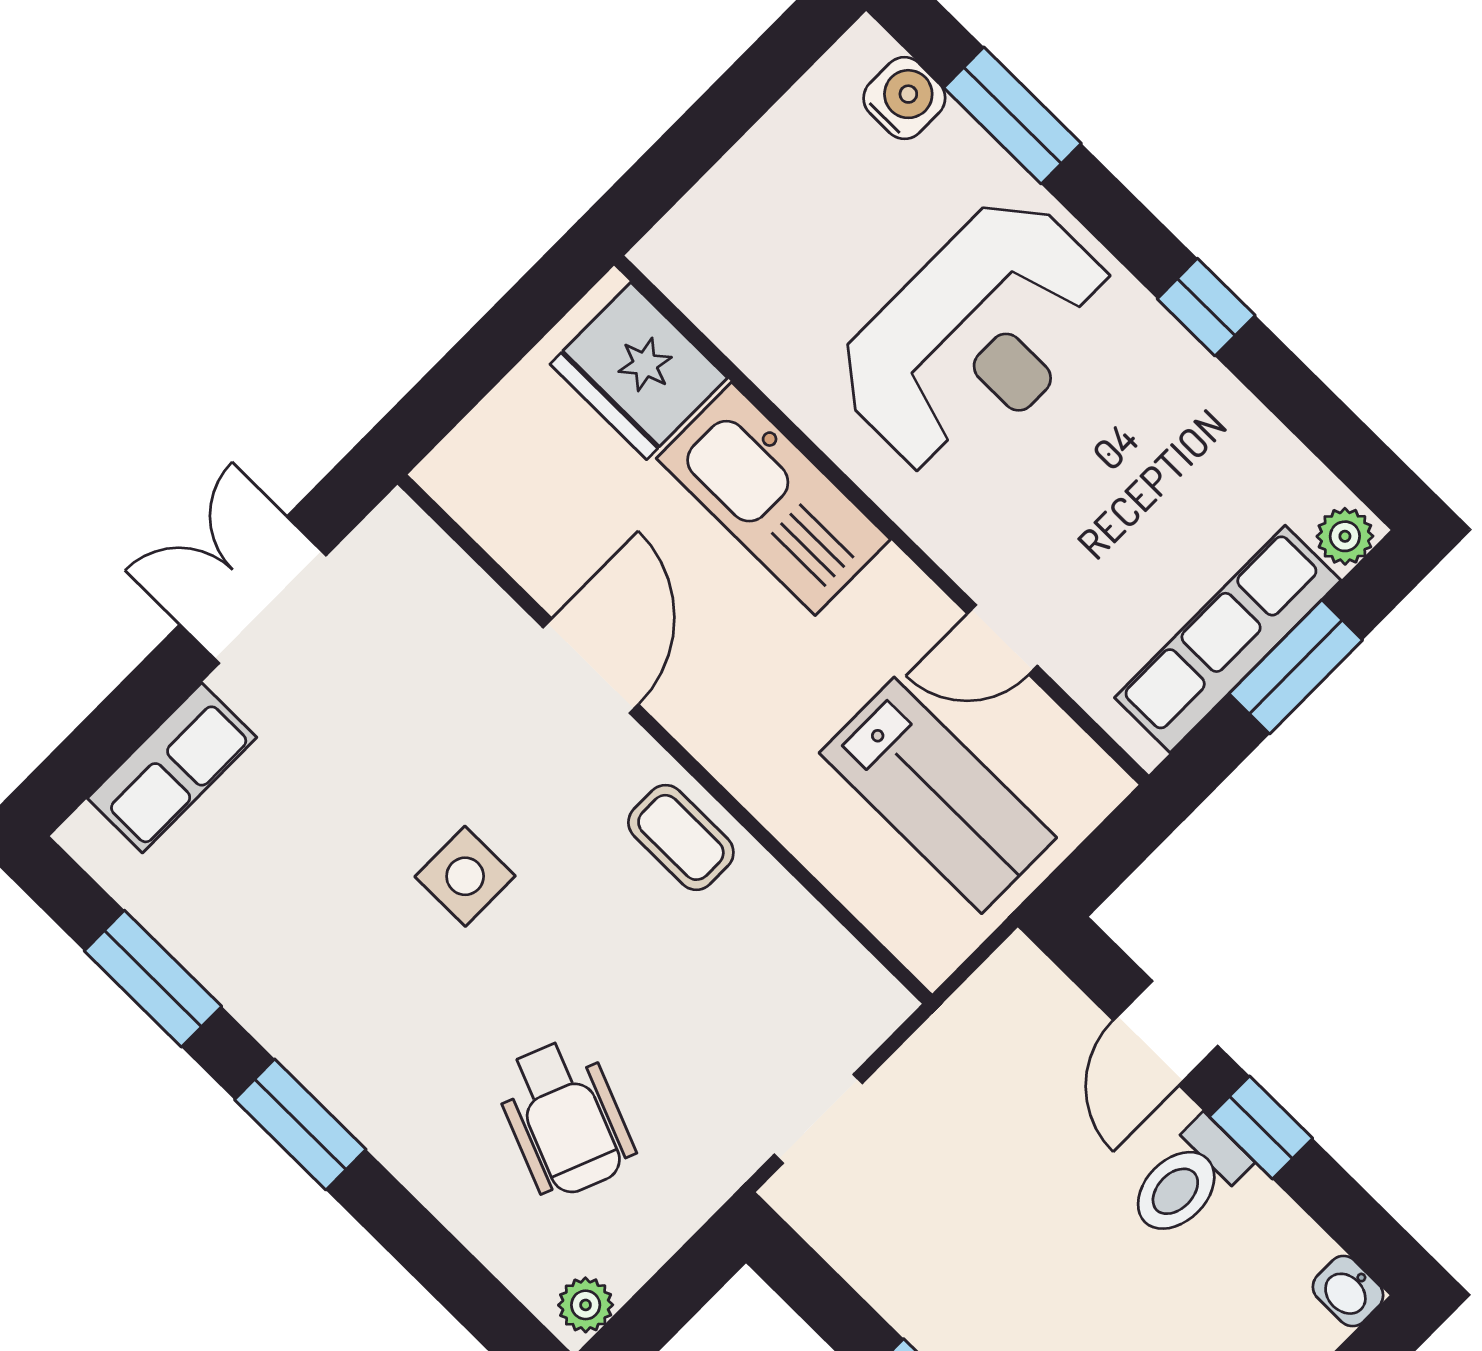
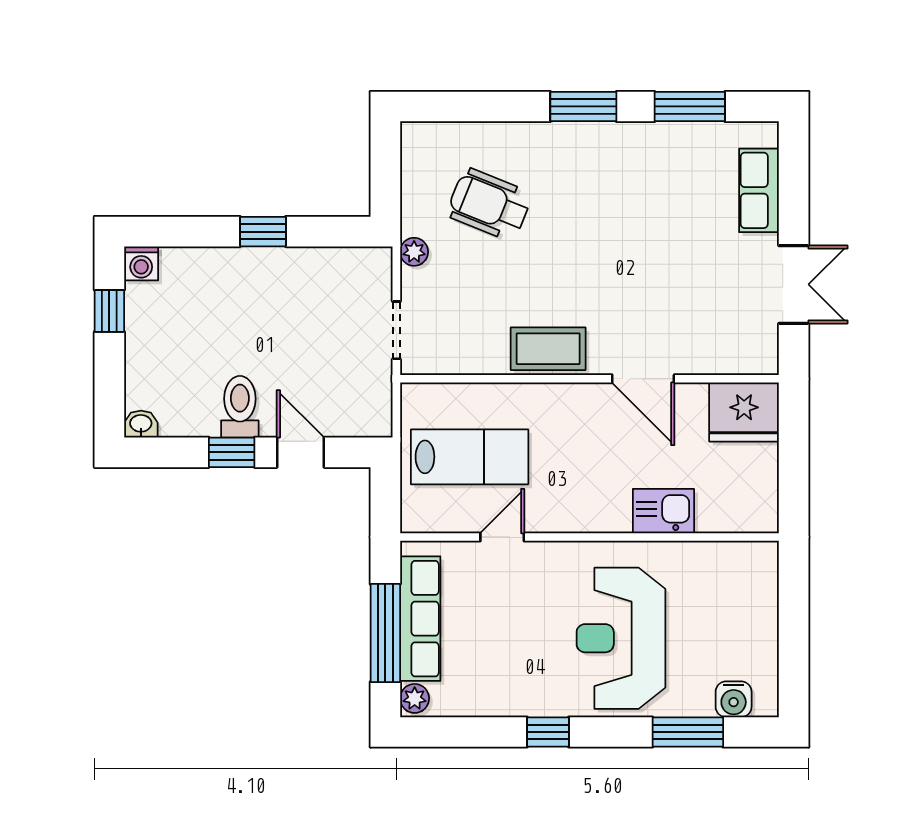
fridge: (639, 371) -> (744, 412), moved, turned 180
kitchen sink: (773, 499) -> (663, 511), width x0.53, depth x0.81
window: (1296, 667) -> (385, 633), width x1.44
lab bench: (938, 795) -> (470, 457), turned 180
coffee table: (681, 837) -> (548, 349), width x1.36, depth x1.30
side table: (465, 876) -> (613, 257), removed
doorway: (818, 1119) -> (396, 330), moved
plant: (586, 1305) -> (414, 252), moved

